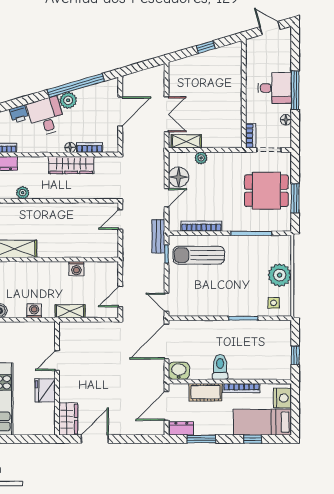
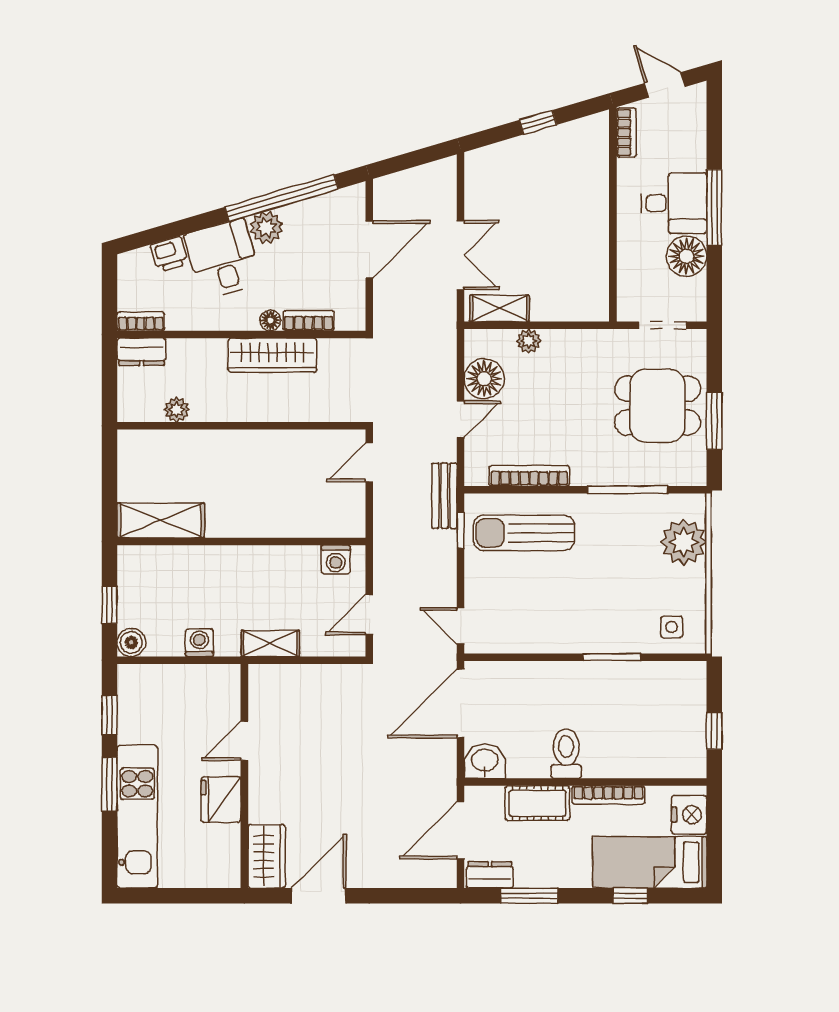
floor lamp: (286, 120) -> (686, 256), width x1.89, depth x1.89
bookcase: (251, 136) -> (626, 133), moved
washing machine: (76, 269) -> (336, 560), moved
plant: (280, 275) -> (684, 542), moved

